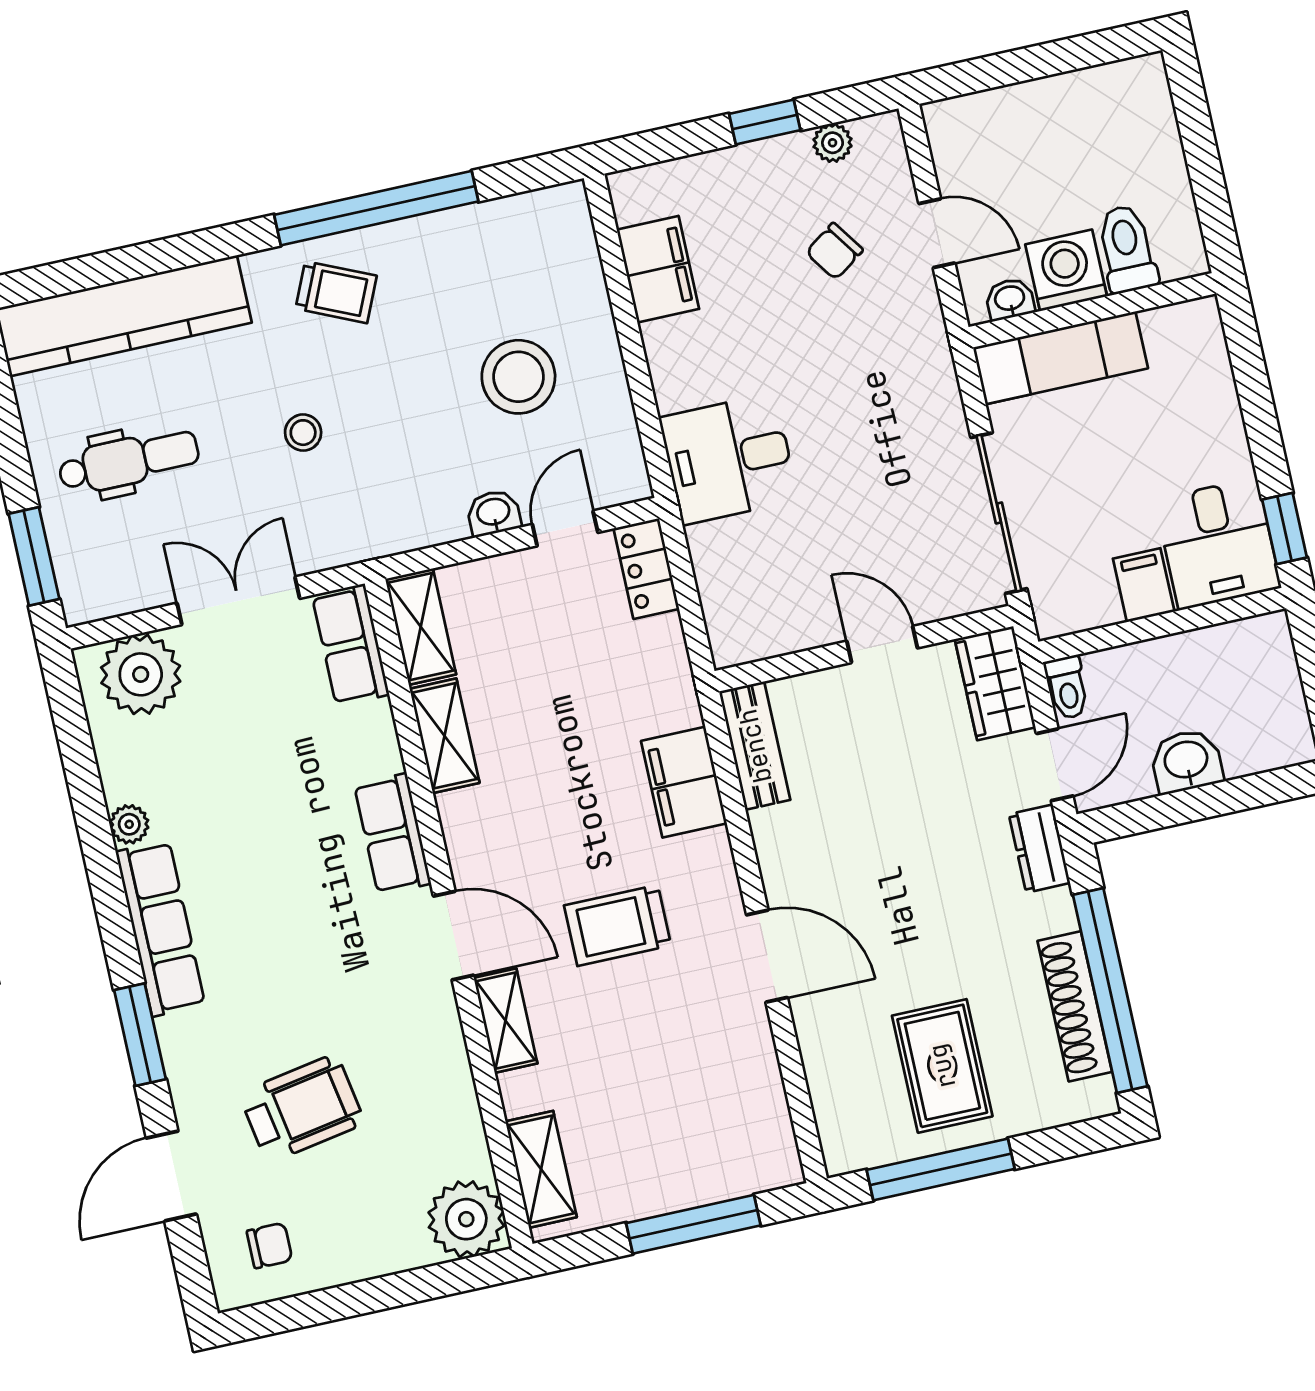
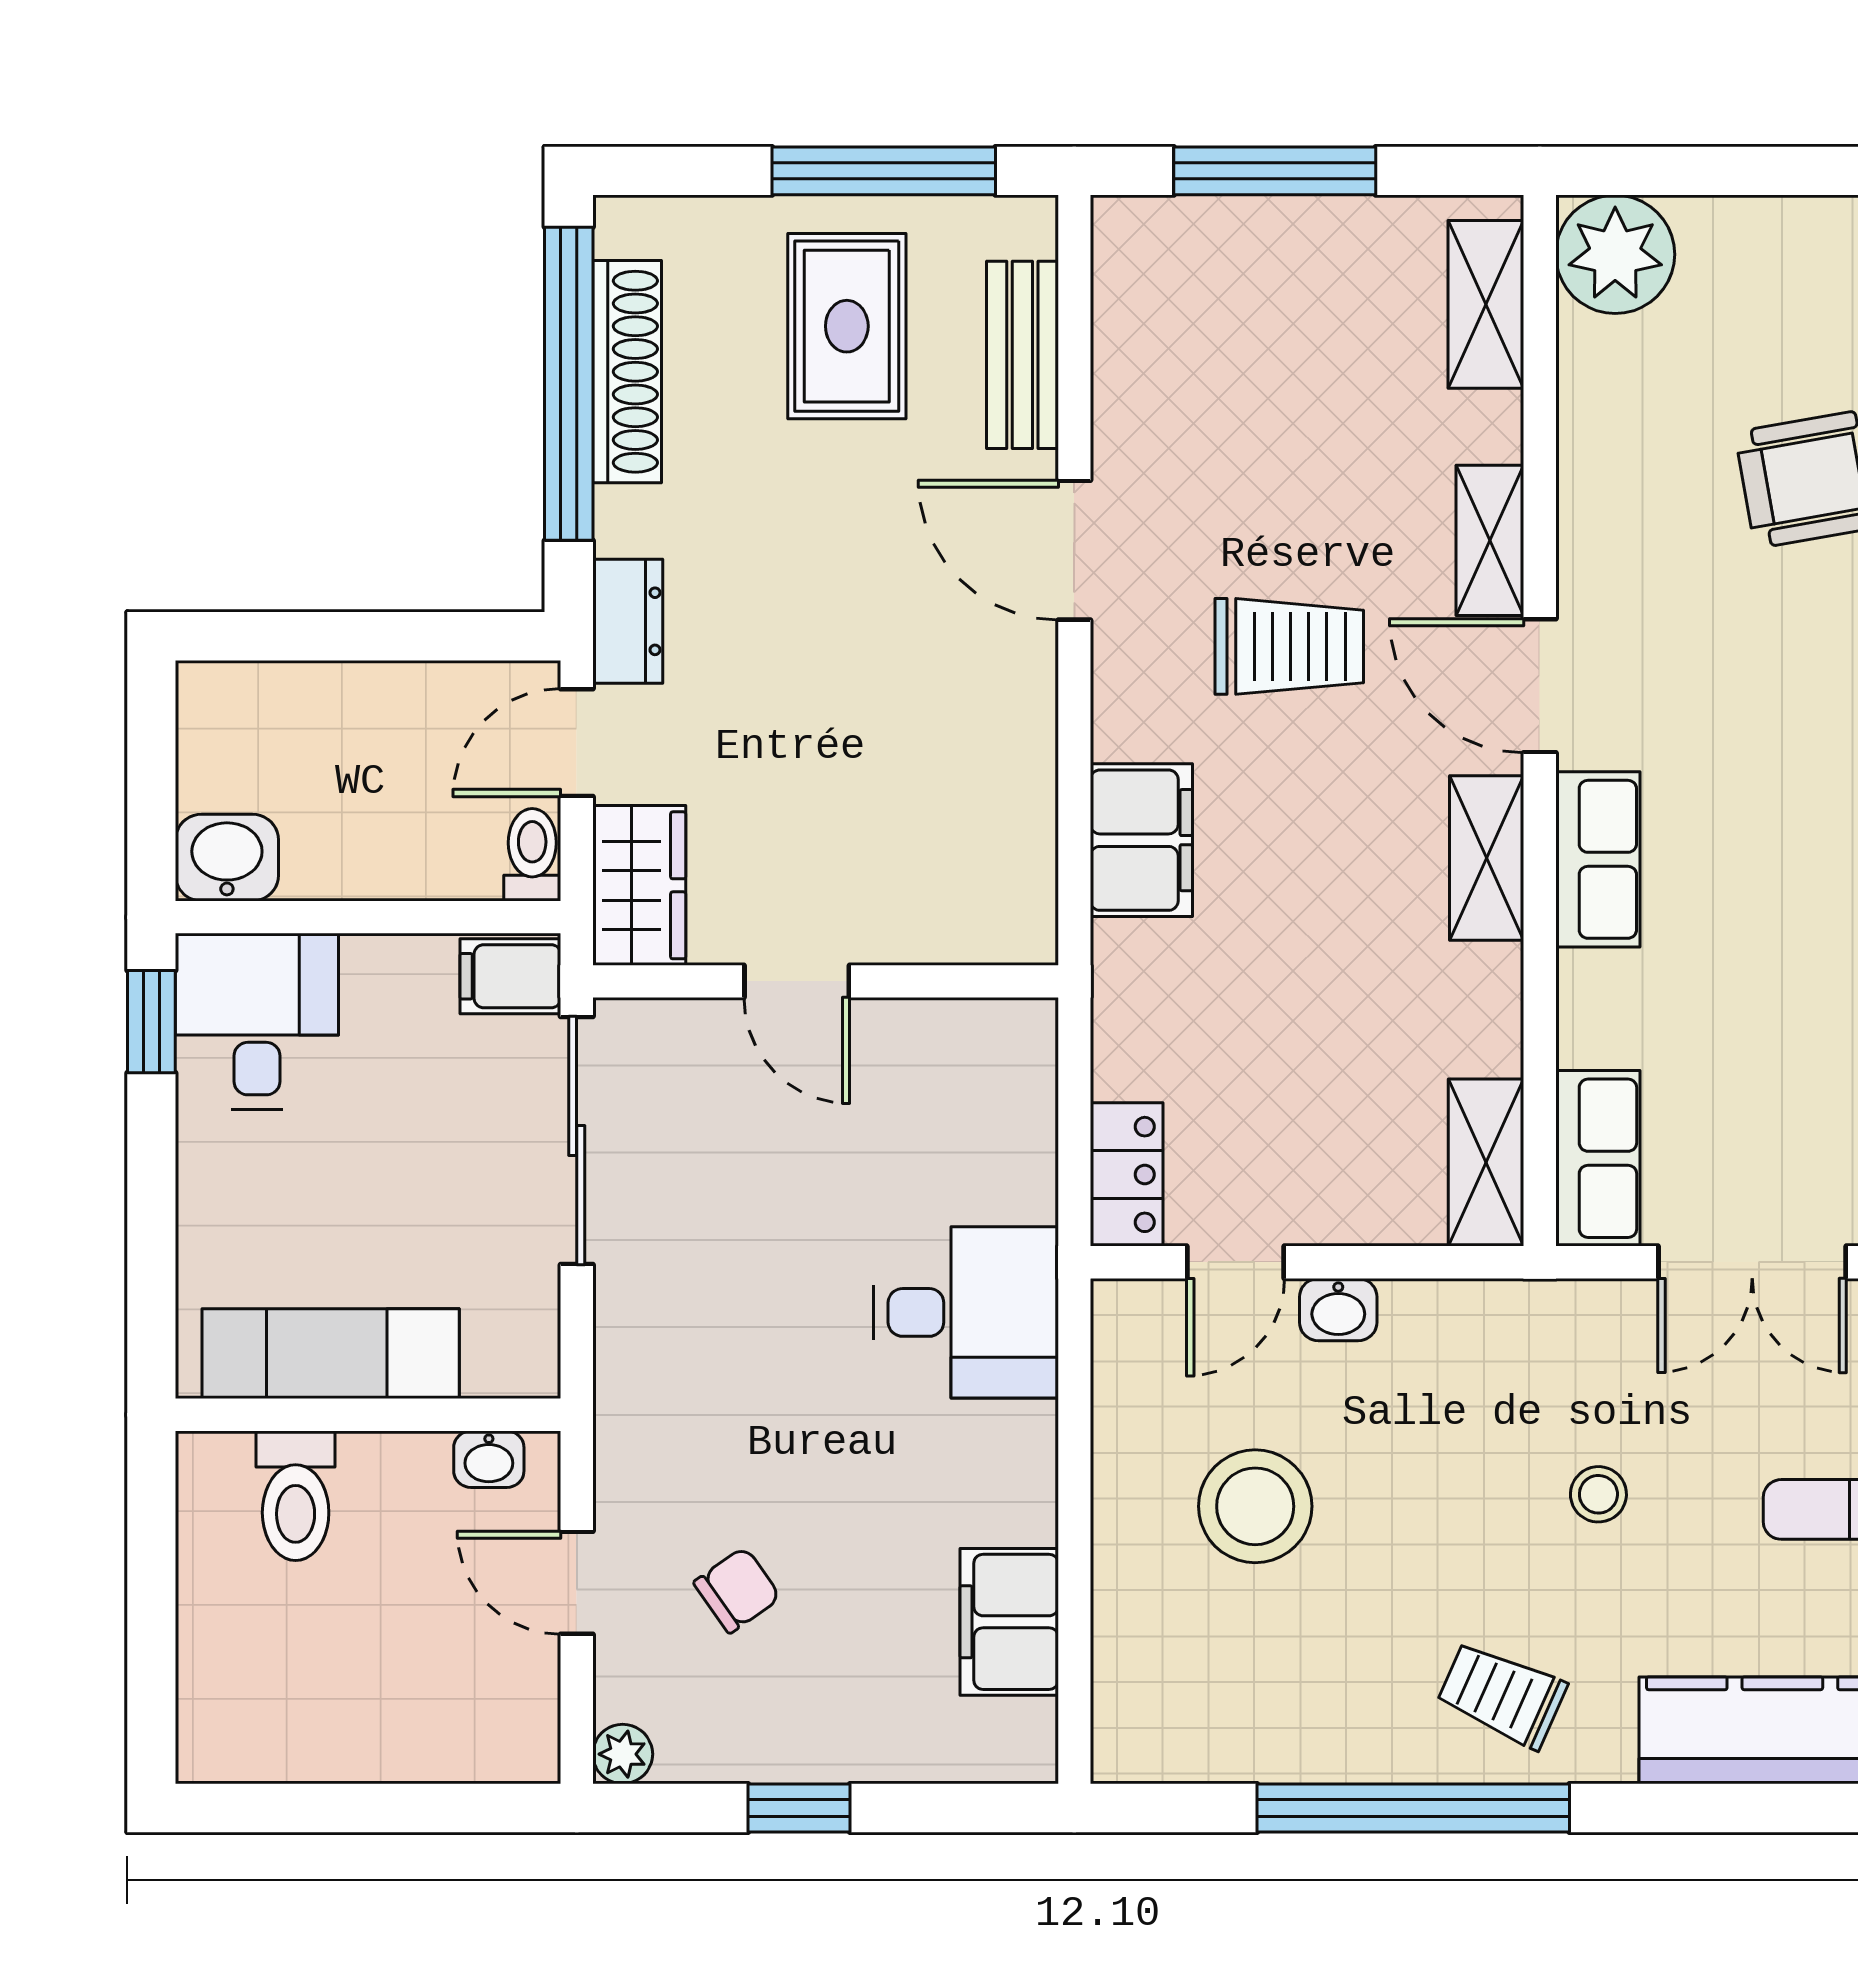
plant: (833, 143) -> (623, 1754), moved
washing machine: (1066, 270) -> (394, 1484), removed
exam couch: (1060, 358) -> (331, 1354), moved
filing cabinet: (1144, 585) -> (510, 976), moved, turned 90
shelving: (444, 736) -> (1487, 858), moved
bench: (755, 746) -> (1022, 355), moved
washbasin: (1186, 761) -> (227, 858), moved, turned 180

